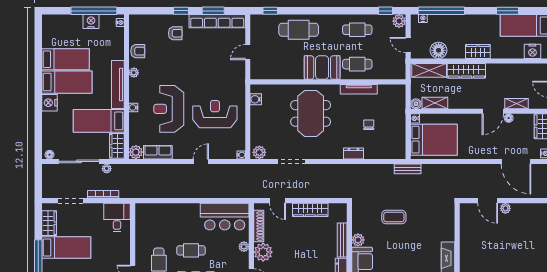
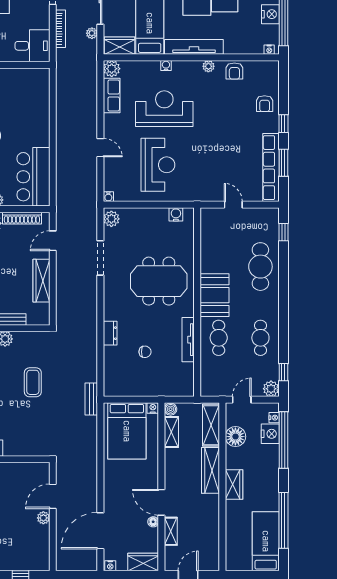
window: (507, 11) -> (283, 520), width x2.11
armchair: (175, 33) -> (265, 104), moved
nightstand: (532, 51) -> (270, 434), moved, turned 180

